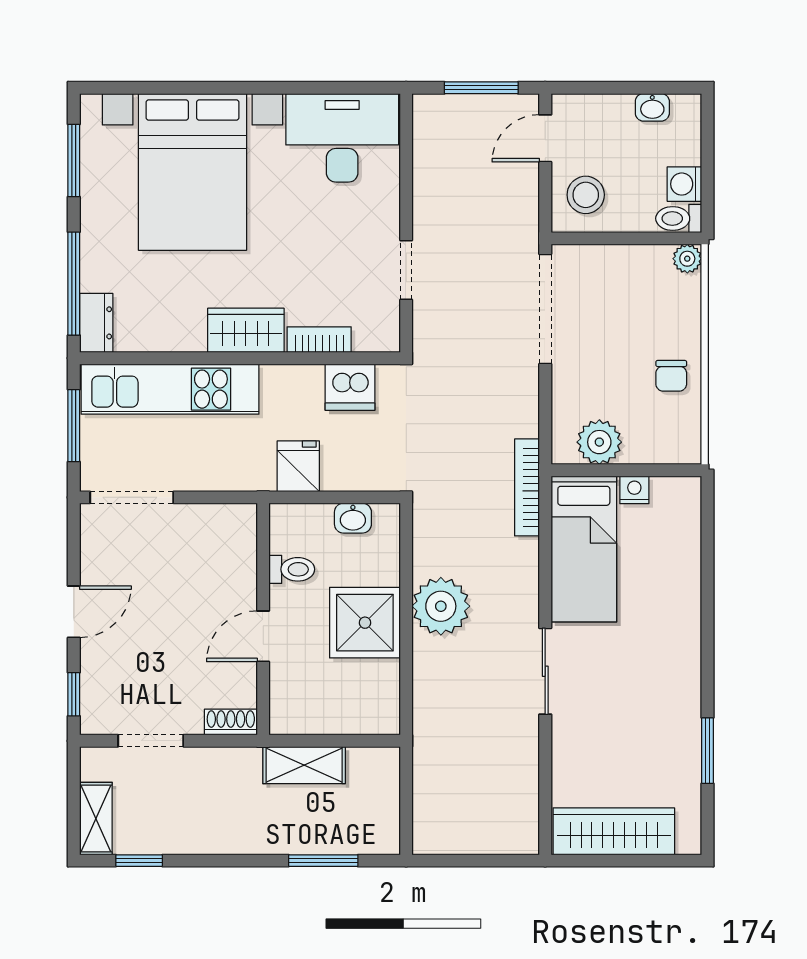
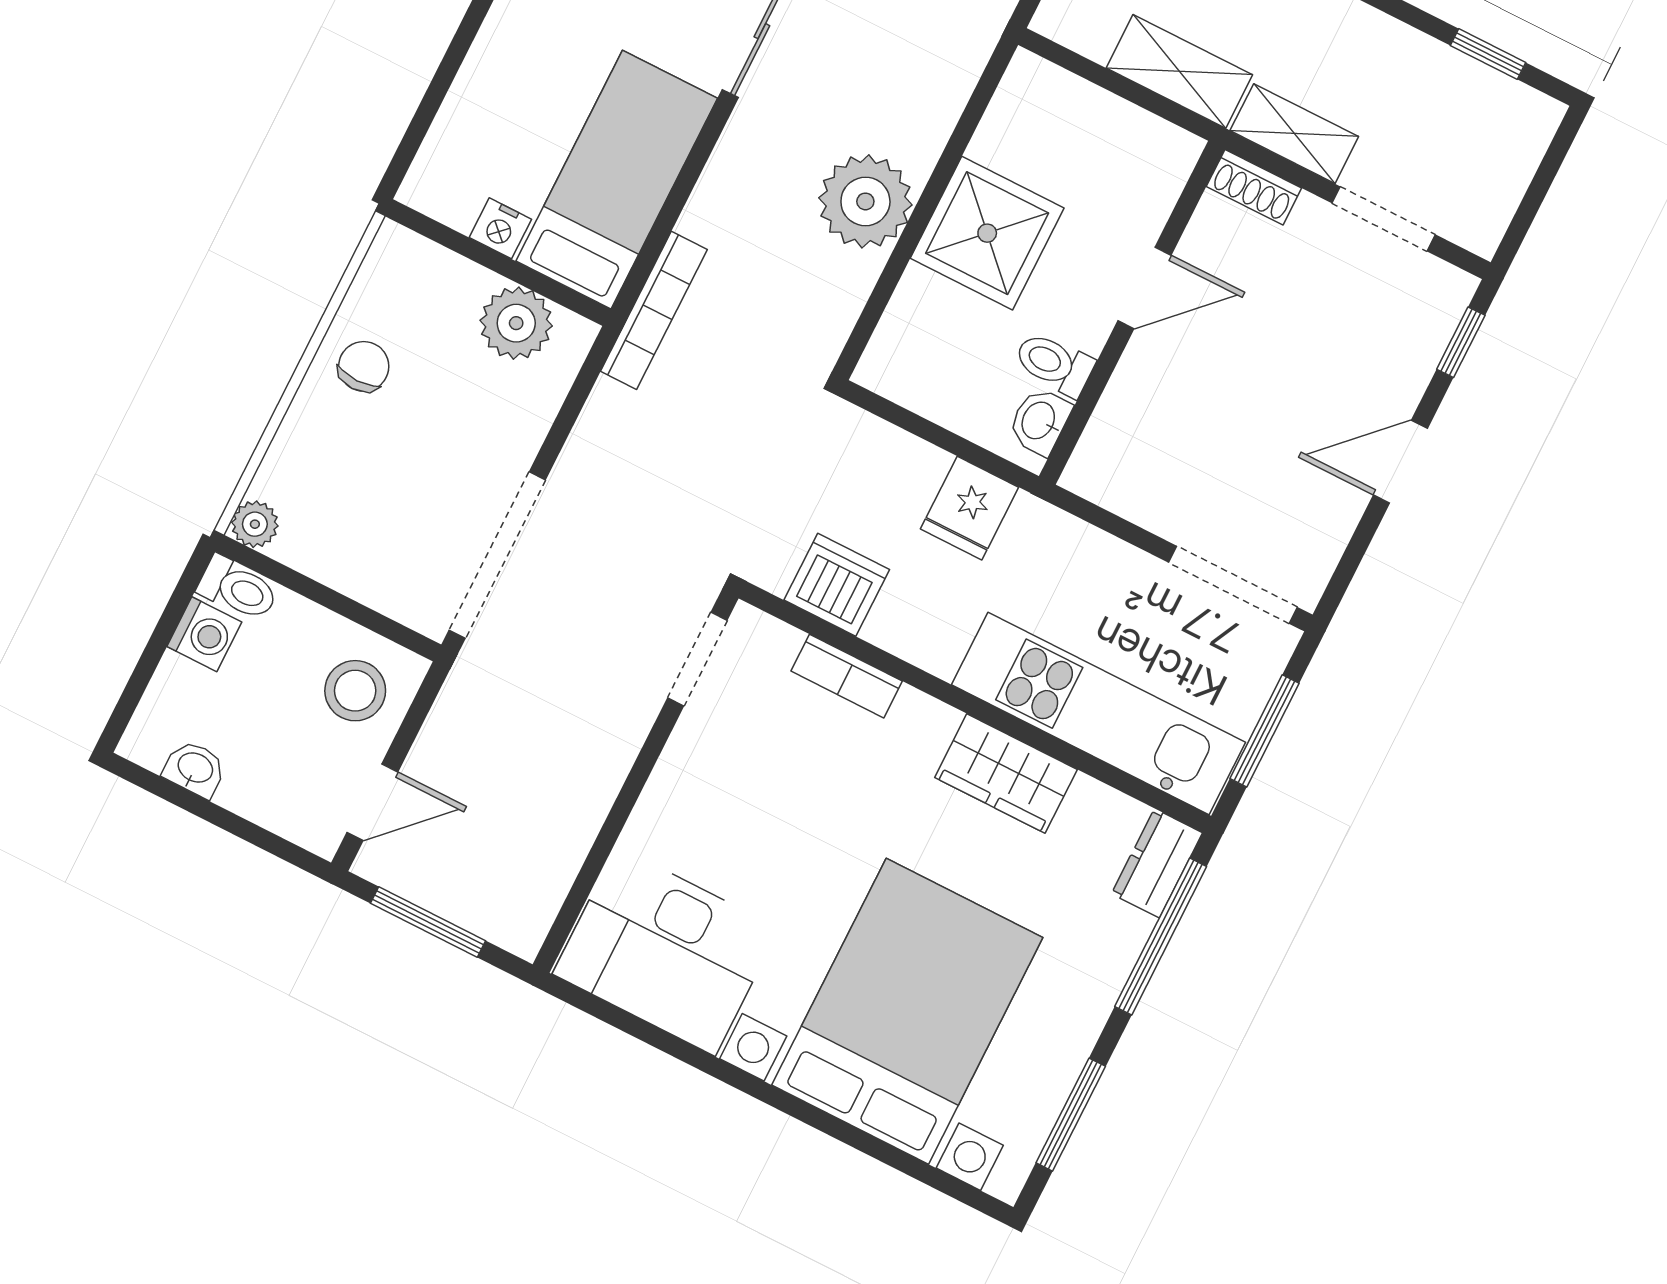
doorway: (406, 270) -> (697, 659), moved
wardrobe: (246, 330) -> (1006, 773), moved
washbasin: (353, 518) -> (1039, 421), moved, turned -90
shelving: (96, 819) -> (1294, 134), moved, turned 90

